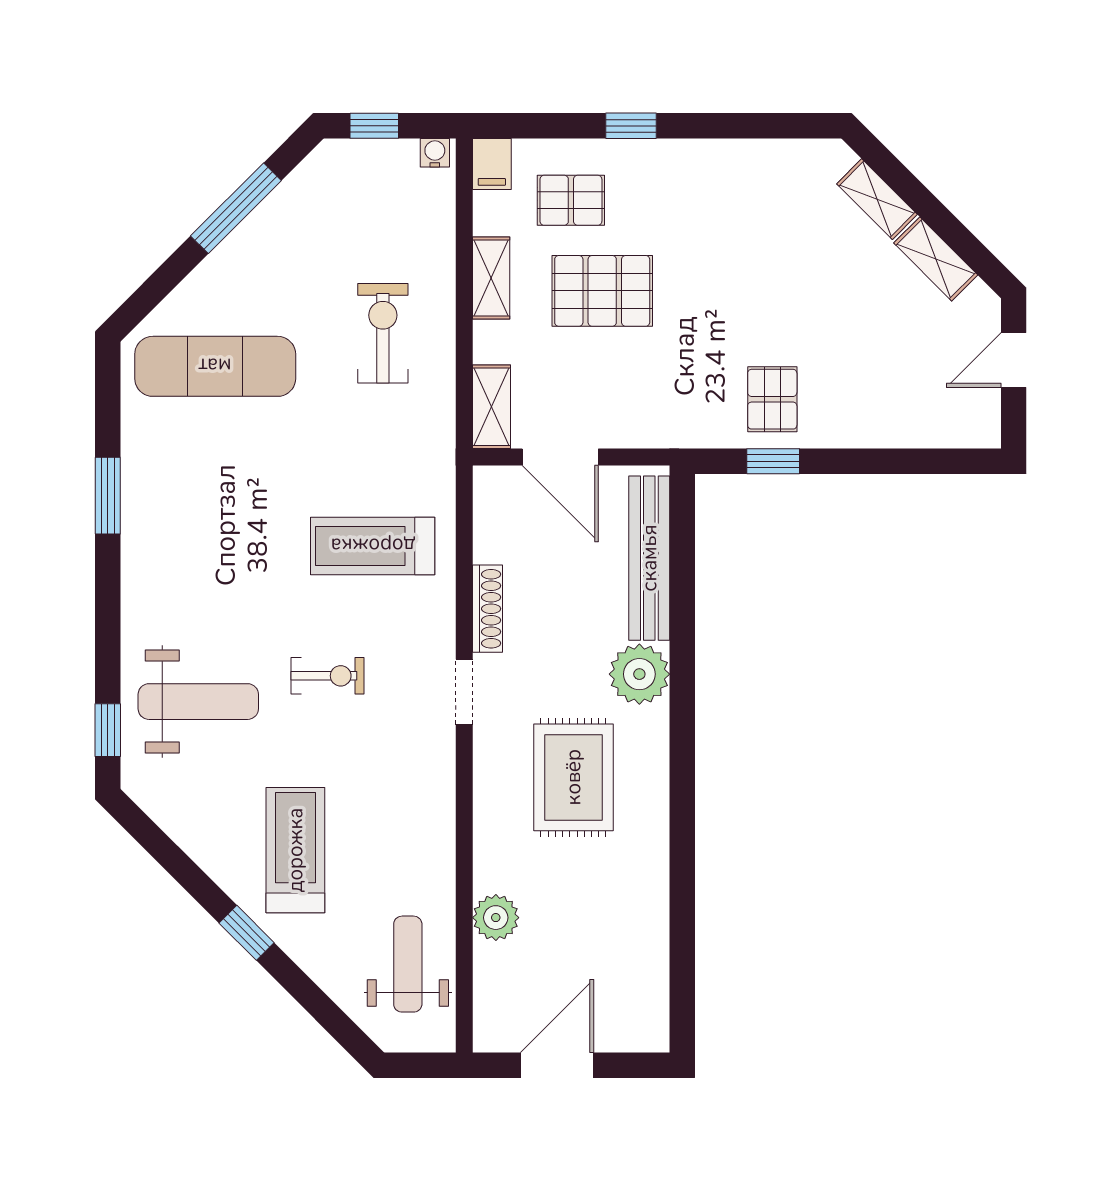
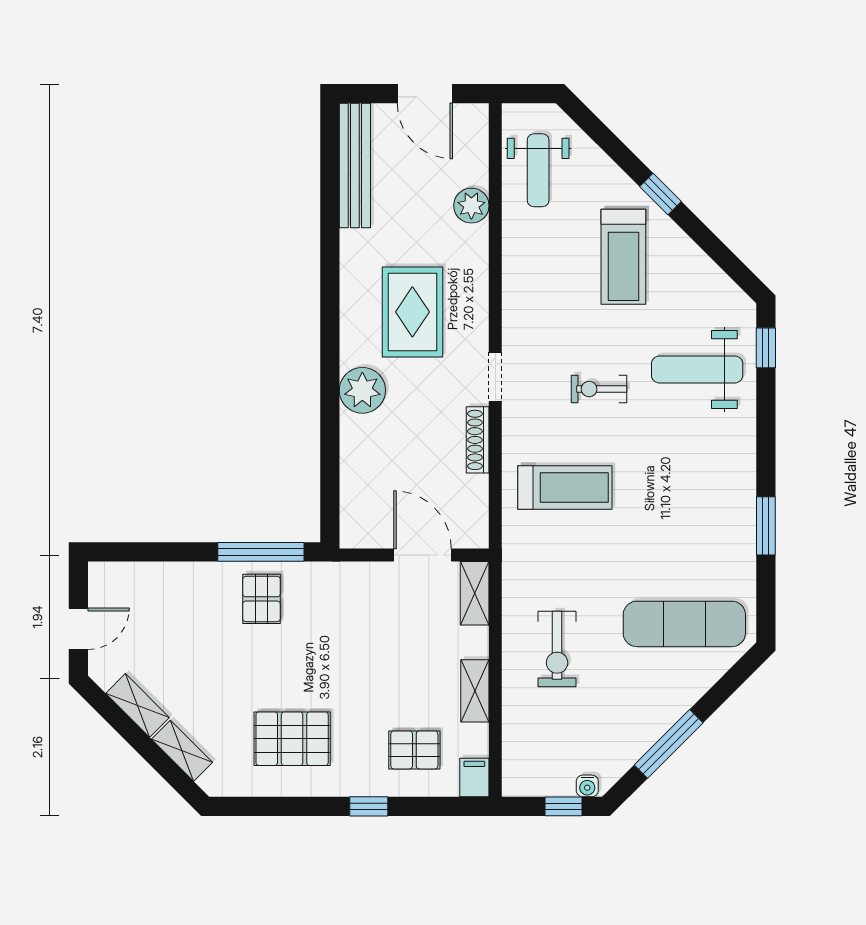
water cooler: (435, 153) -> (587, 786), moved
pallet: (602, 291) -> (292, 739), moved
window: (773, 461) -> (261, 552), width x2.17
bench: (649, 558) -> (355, 166), moved
door: (557, 1065) -> (425, 94), hinge flipped

